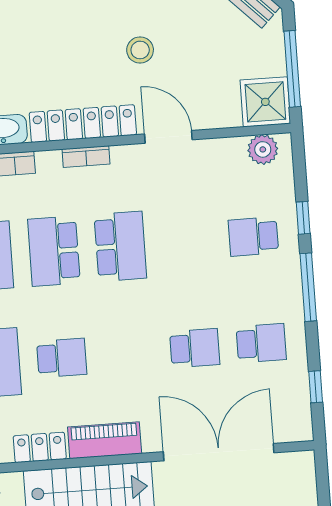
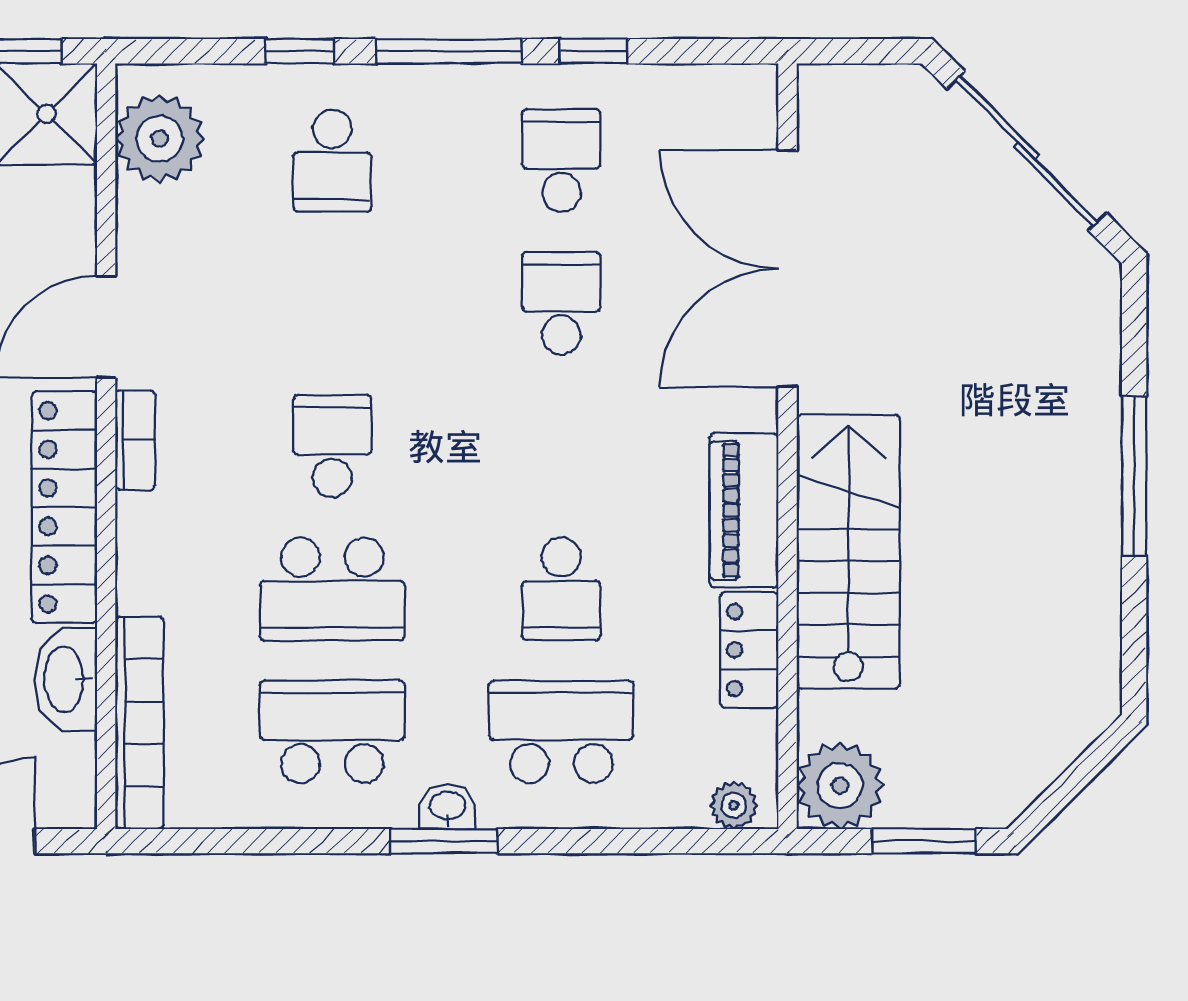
plant: (263, 149) -> (160, 139), width x1.36, depth x1.36
bookcase: (86, 157) -> (135, 440), moved
school desk: (120, 246) -> (332, 446), width x0.54
school desk: (62, 358) -> (561, 589), turned 180
window: (316, 387) -> (594, 51), moved

